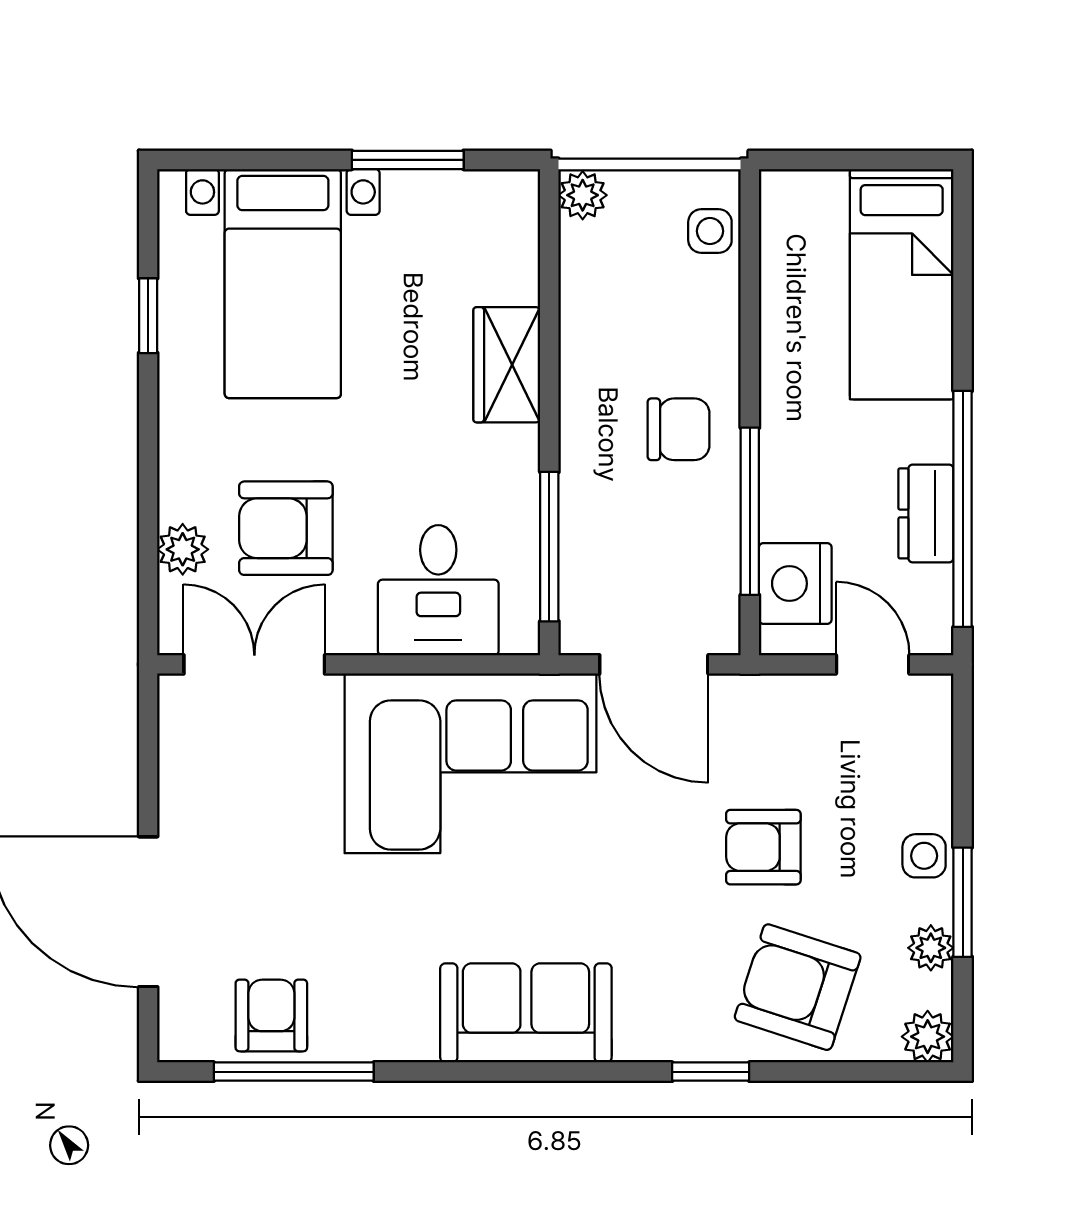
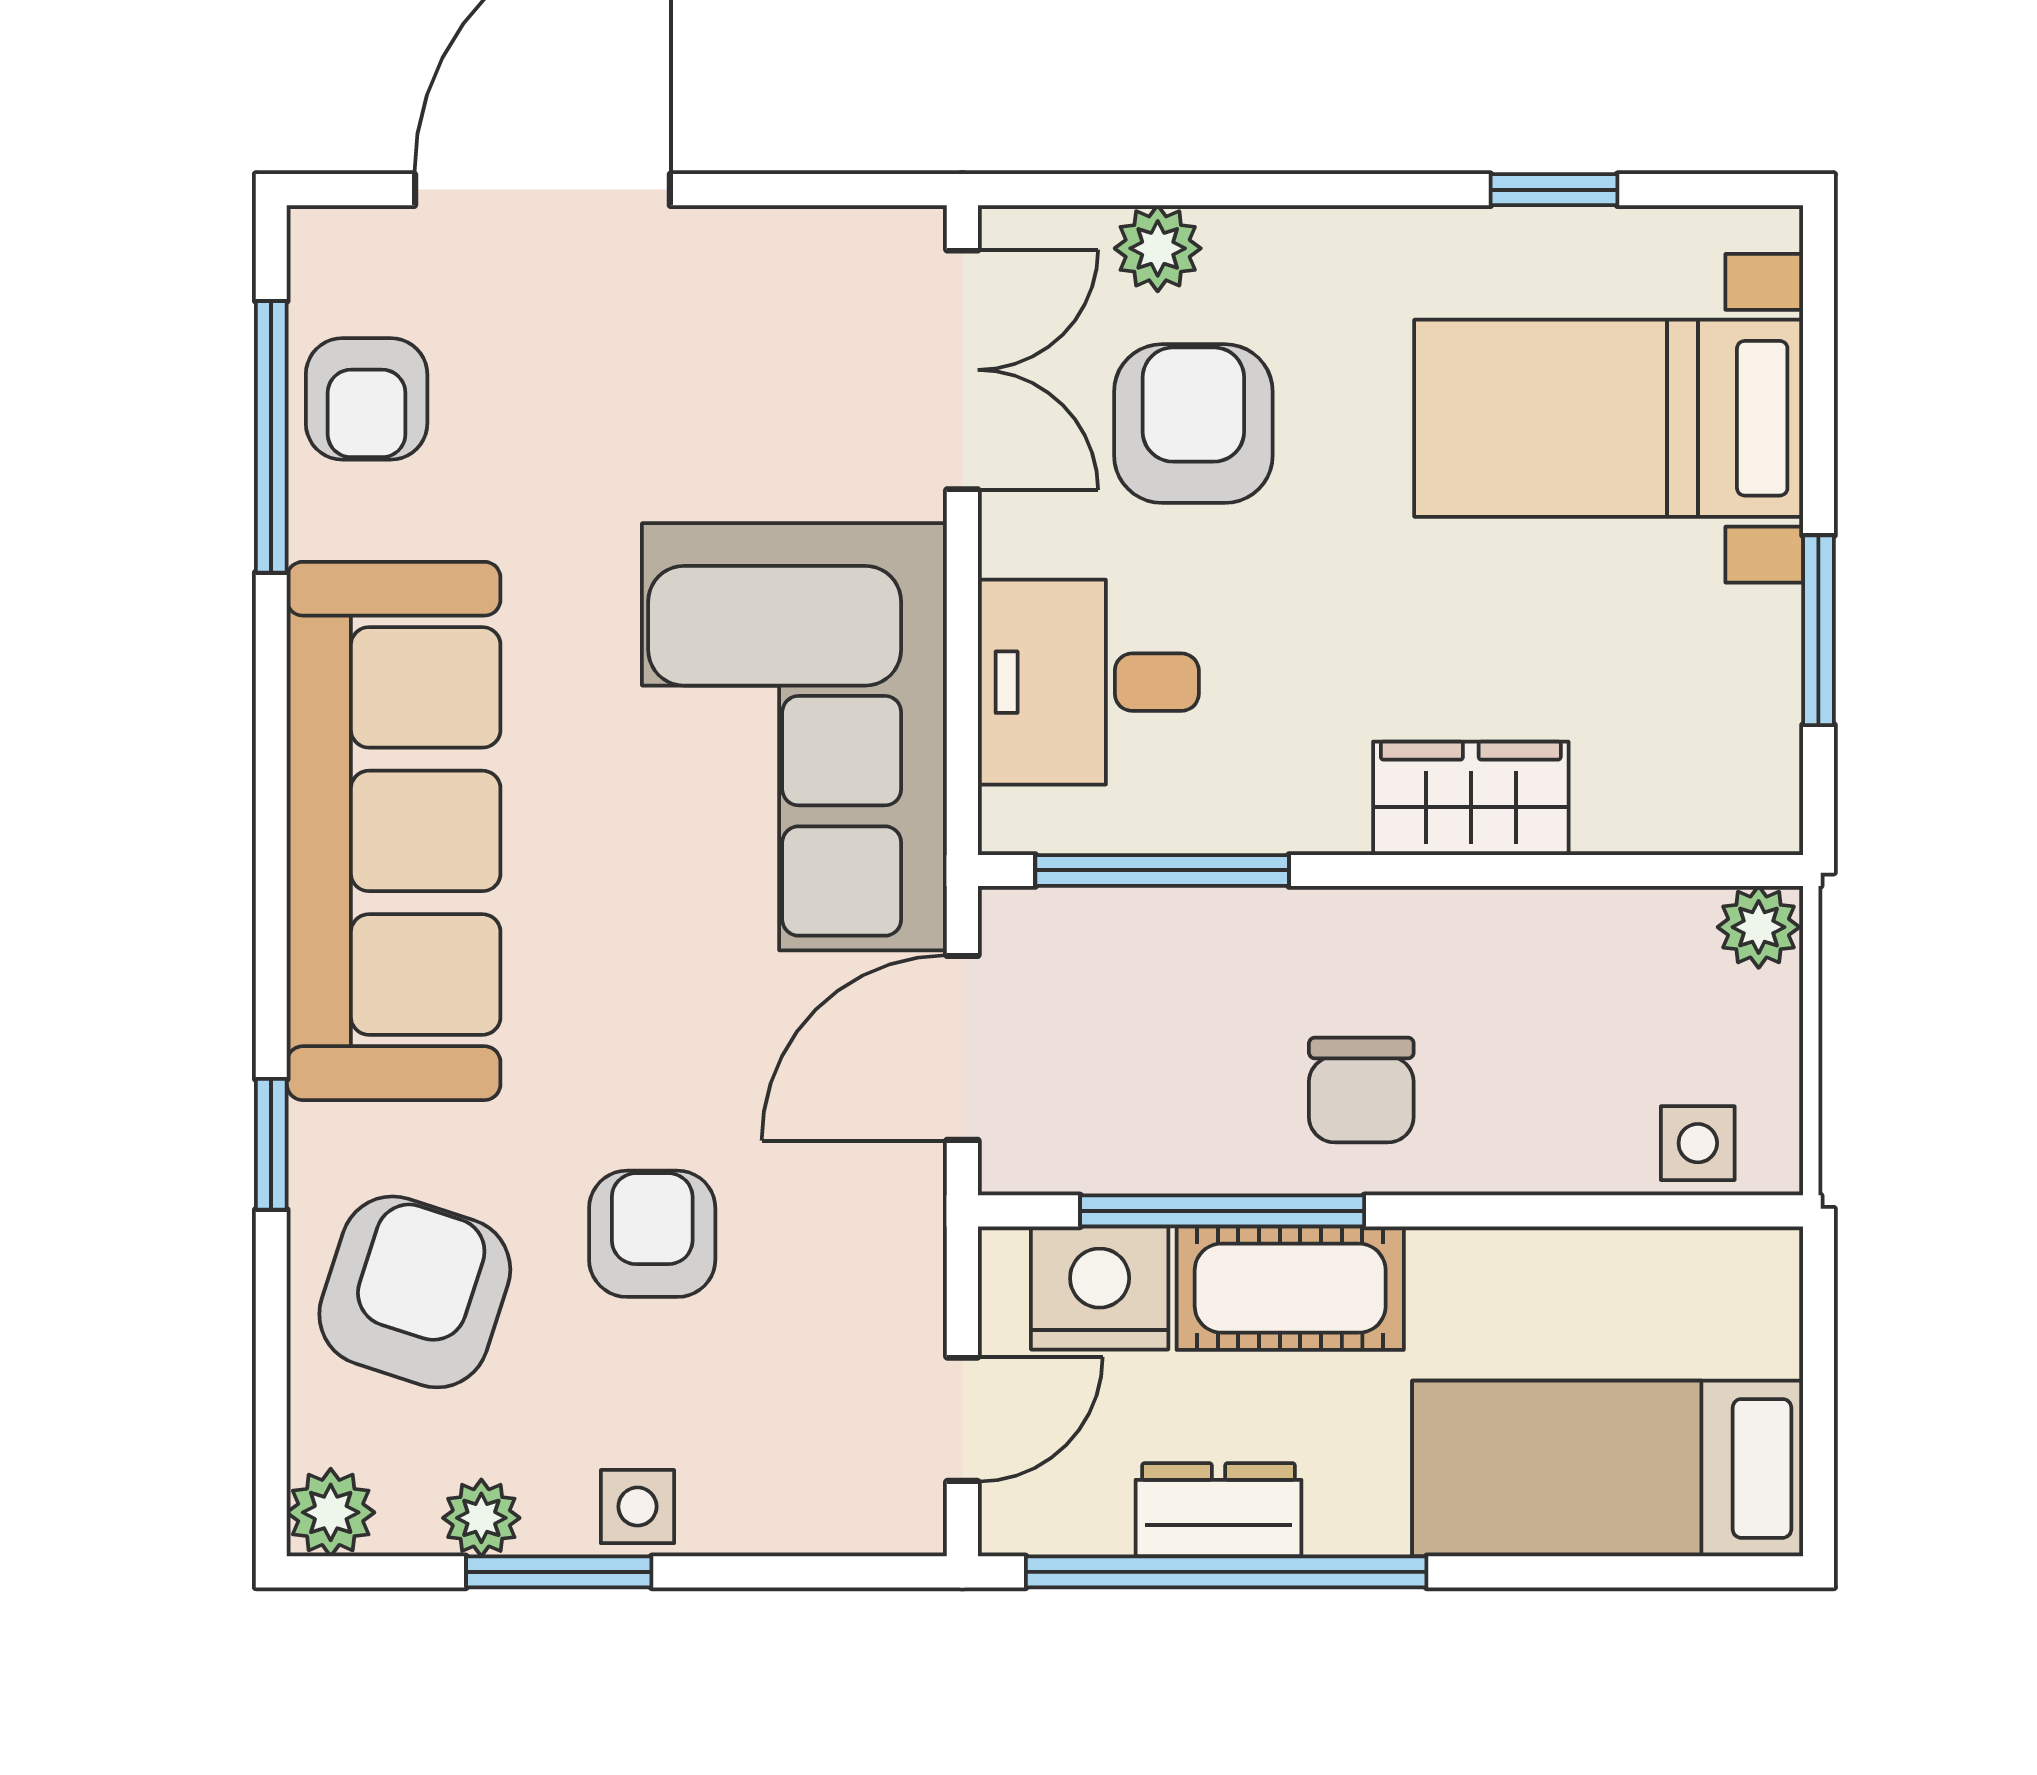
cot: (795, 471) -> (1290, 1288), added
sofa: (526, 1013) -> (394, 831), width x1.85, depth x1.27
armchair: (271, 1015) -> (367, 399), turned 90

